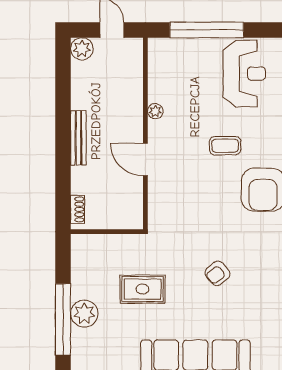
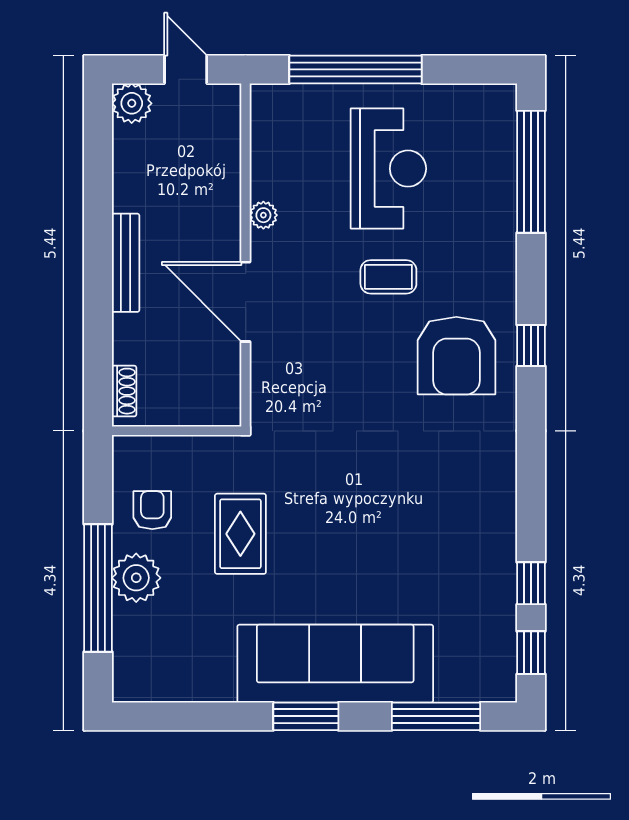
reception desk: (244, 74) -> (388, 169), moved
door: (145, 160) -> (246, 302), width x1.36
armchair: (217, 273) -> (152, 510), moved, turned 129
rug: (143, 289) -> (240, 534), turned 90

